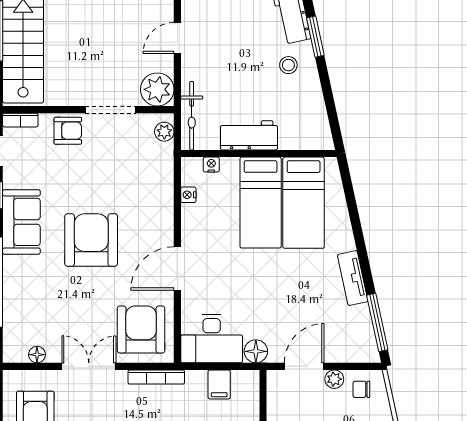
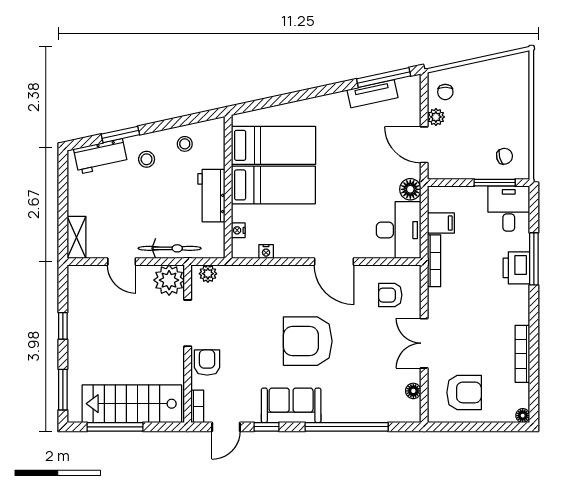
stool: (305, 107) -> (185, 144), added
bicycle: (192, 116) -> (170, 248), moved
tv unit: (353, 278) -> (372, 94), moved
armchair: (141, 330) -> (390, 295), width x0.53, depth x0.53
bookcase: (156, 377) -> (434, 261), moved

